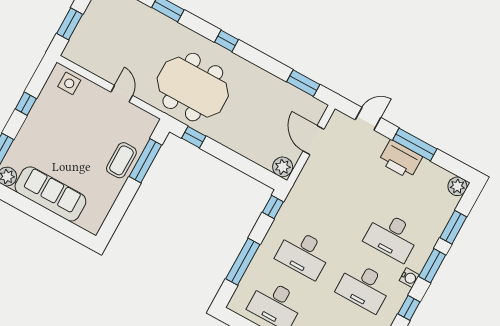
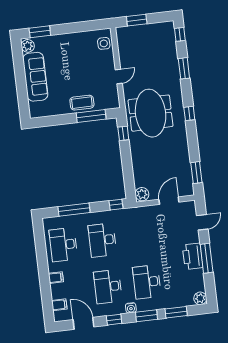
window: (26, 104) -> (75, 27), removed
door: (368, 119) -> (202, 222), hinge flipped

